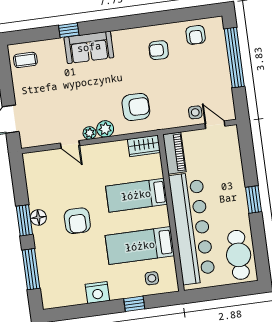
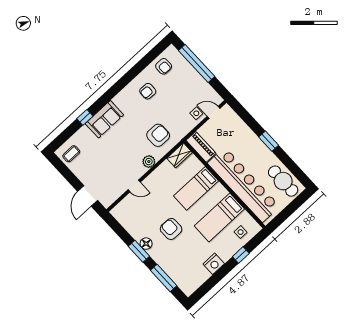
plant: (90, 133) -> (141, 171), removed
armchair: (77, 221) -> (171, 229), turned 180

